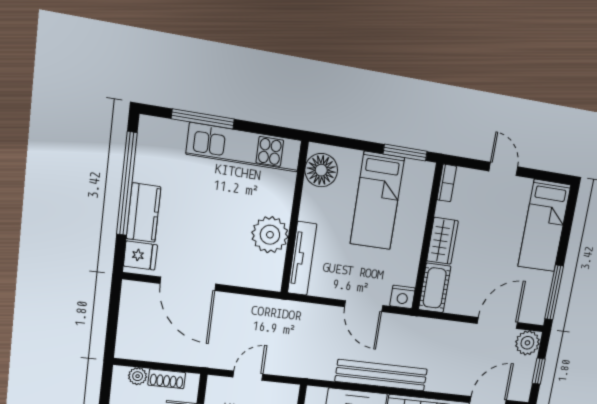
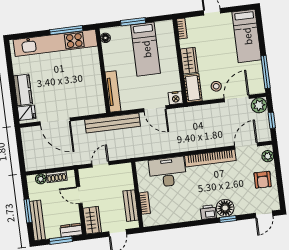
window: (203, 119) -> (66, 30), moved
kitchen unit: (244, 147) -> (55, 43), width x1.36
window: (405, 153) -> (133, 22), moved
floor lamp: (321, 170) -> (105, 38), width x0.53, depth x0.53
window: (127, 184) -> (11, 77), removed
plant: (270, 235) -> (92, 83), removed
stool: (472, 295) -> (216, 86), added
bench: (381, 375) -> (112, 123), moved

